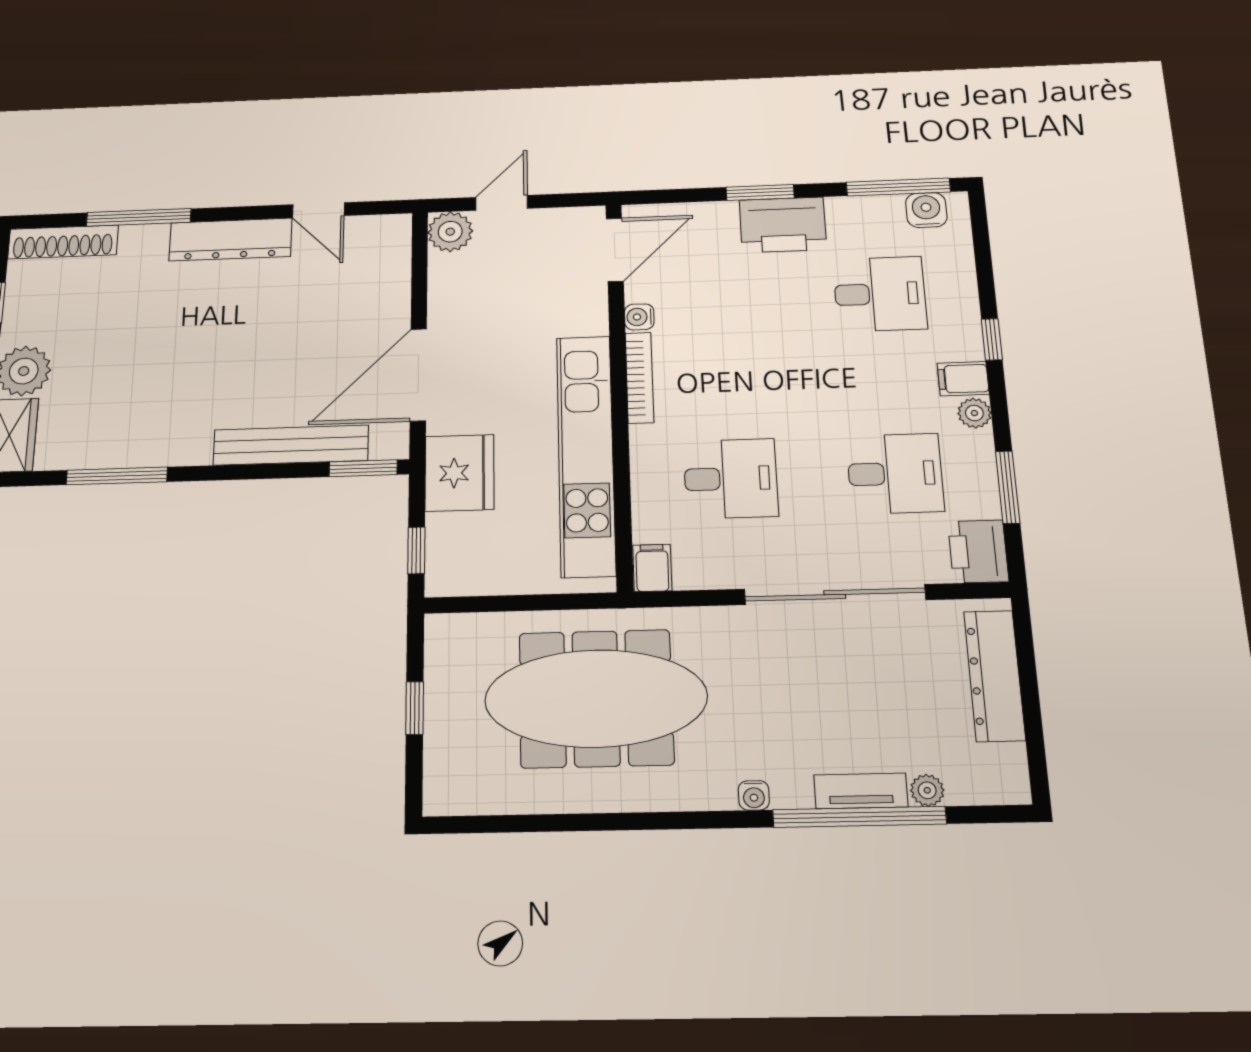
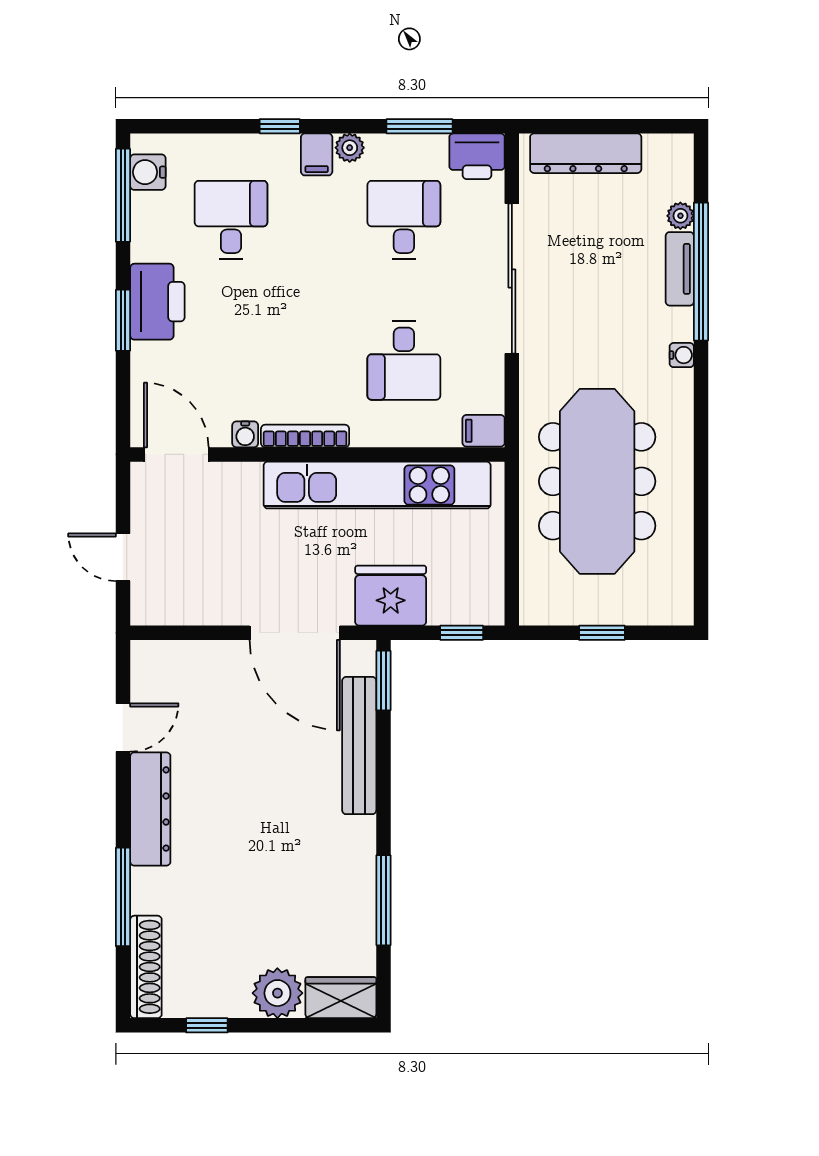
plant: (450, 232) -> (151, 605), removed
desk: (731, 479) -> (404, 361), turned 180

